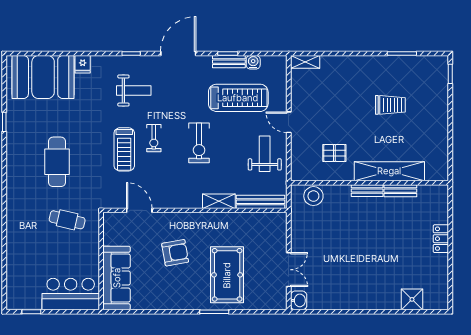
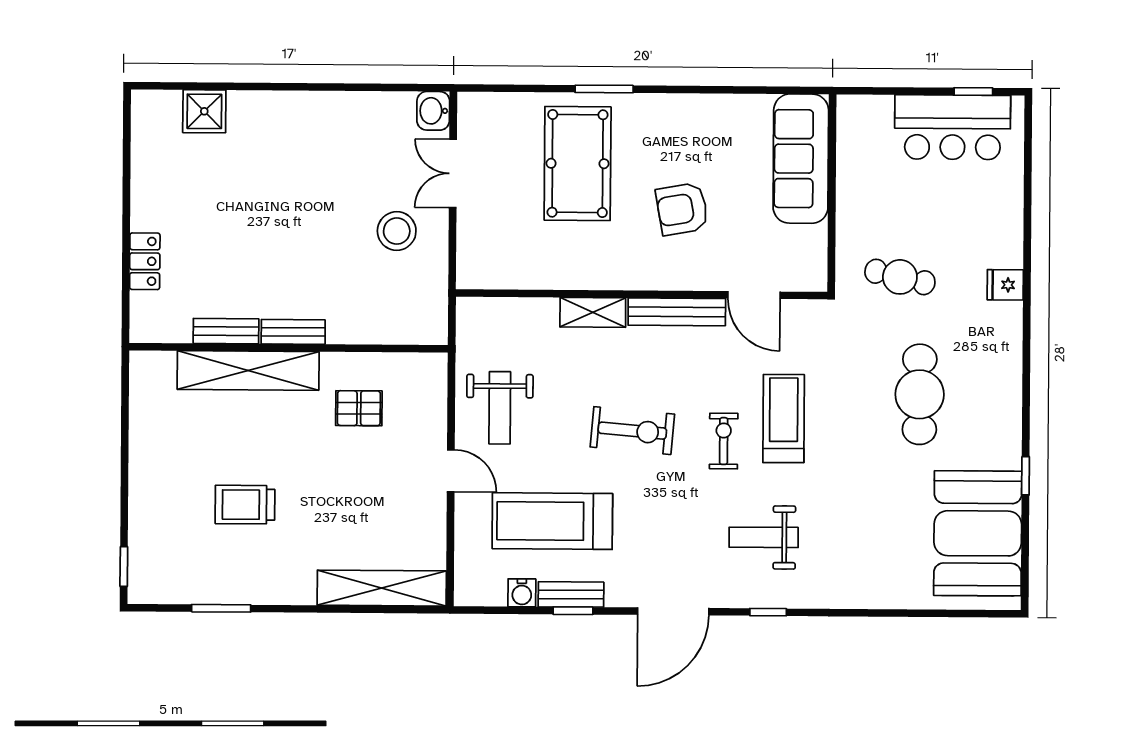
shelving: (305, 62) -> (382, 588), width x2.20, depth x1.33
fridge: (83, 64) -> (1005, 285), moved, turned -90
booth: (43, 77) -> (978, 533), moved, turned 90
exercise bike: (199, 143) -> (632, 431), turned 95
stool: (313, 196) -> (397, 231), moved
bench: (261, 202) -> (677, 312), moved
locker: (441, 239) -> (145, 261), moved
bar counter: (71, 294) -> (953, 127), moved

